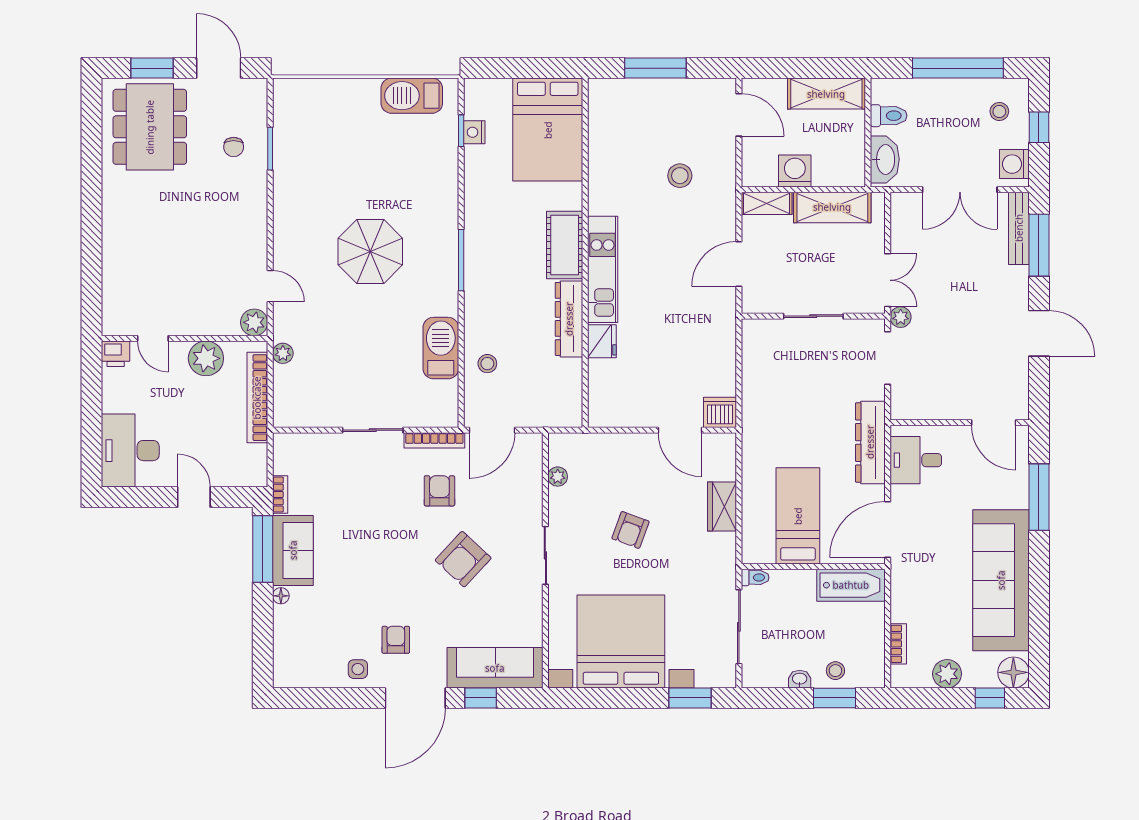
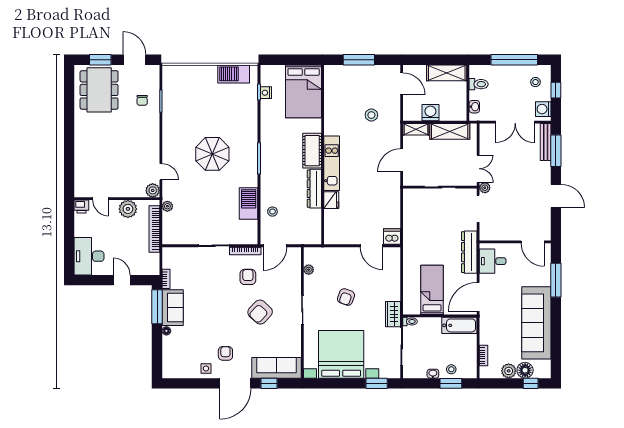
washbasin: (885, 159) -> (474, 107), width x0.52, depth x0.69
wardrobe: (722, 507) -> (393, 314), moved
floor lamp: (1013, 672) -> (525, 370), moved

